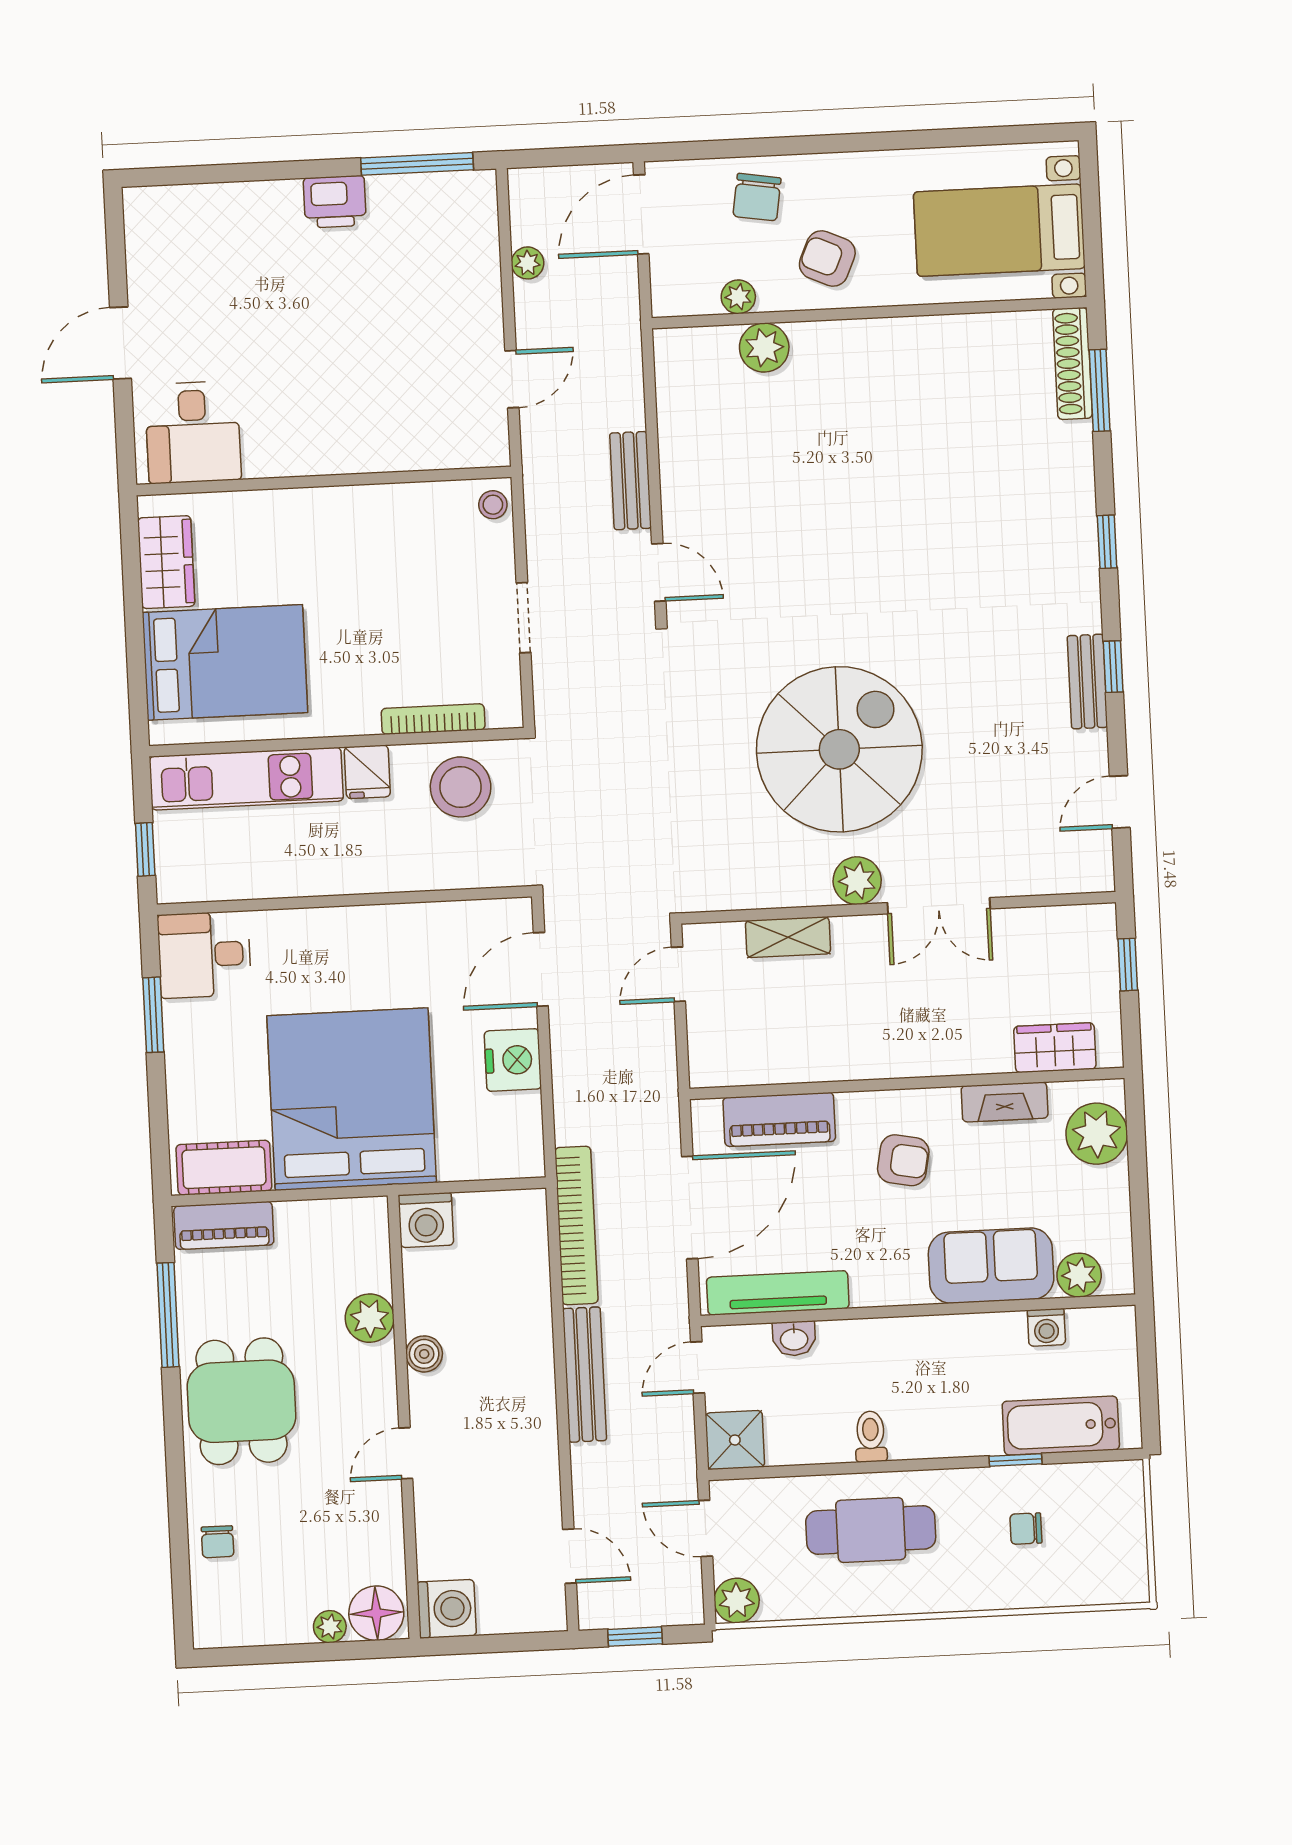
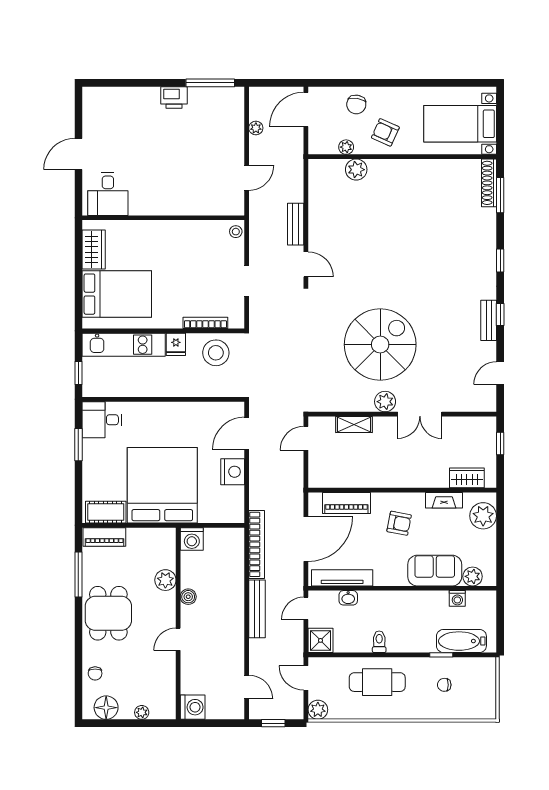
floor lamp: (376, 1613) -> (106, 708), moved

